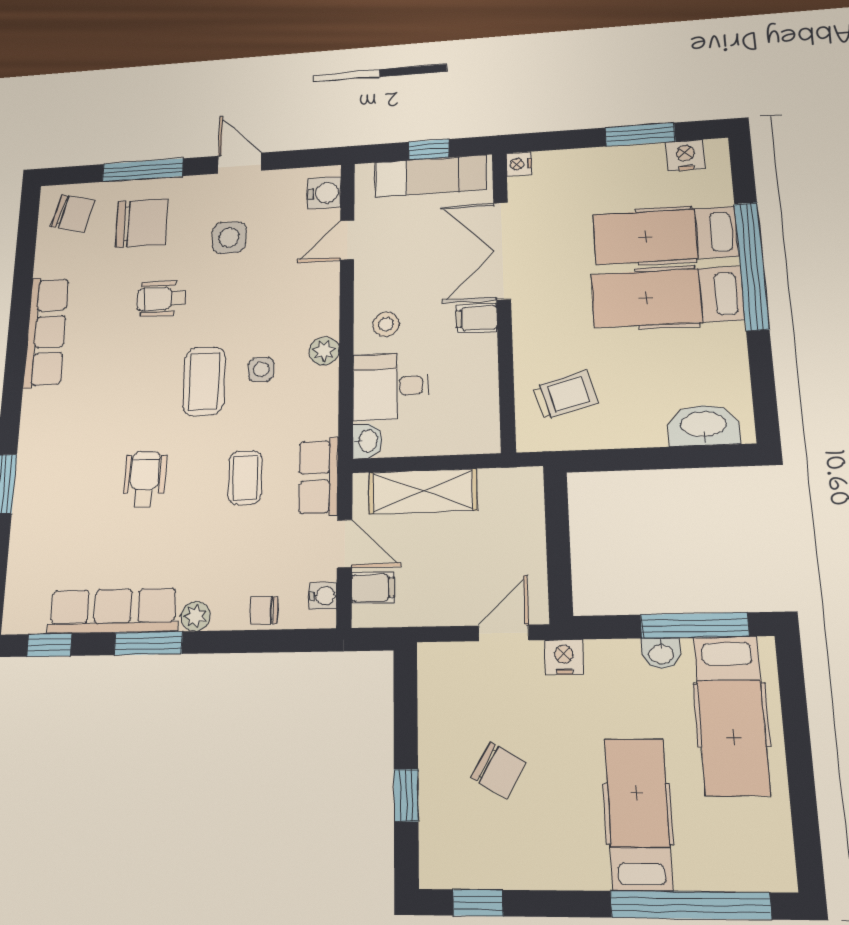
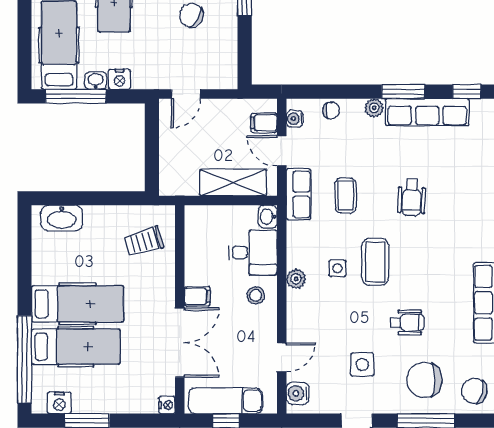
window: (752, 266) -> (24, 359), moved
nightstand: (564, 657) -> (119, 79), moved

